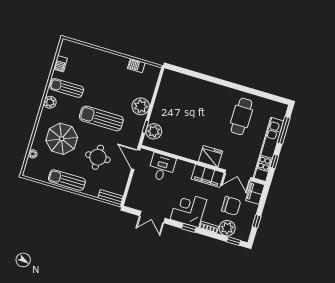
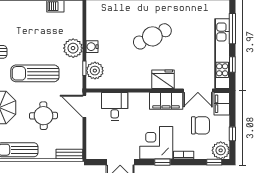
water cooler: (158, 110) -> (92, 47), added
cafe table: (242, 116) -> (152, 36), moved, turned 64
plant: (227, 228) -> (221, 150), moved

